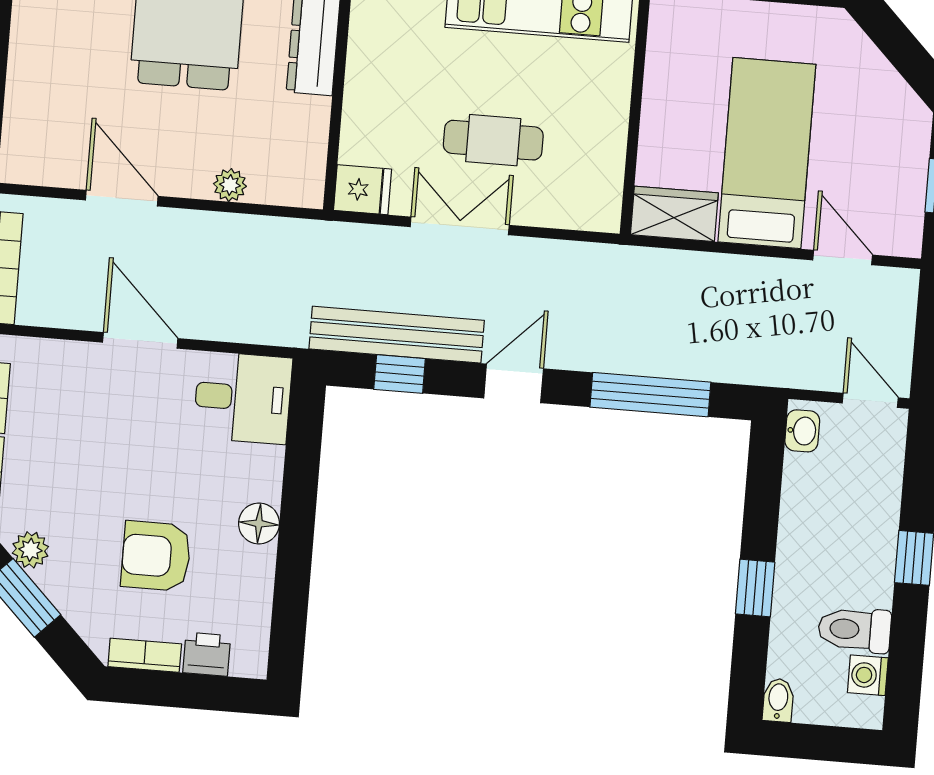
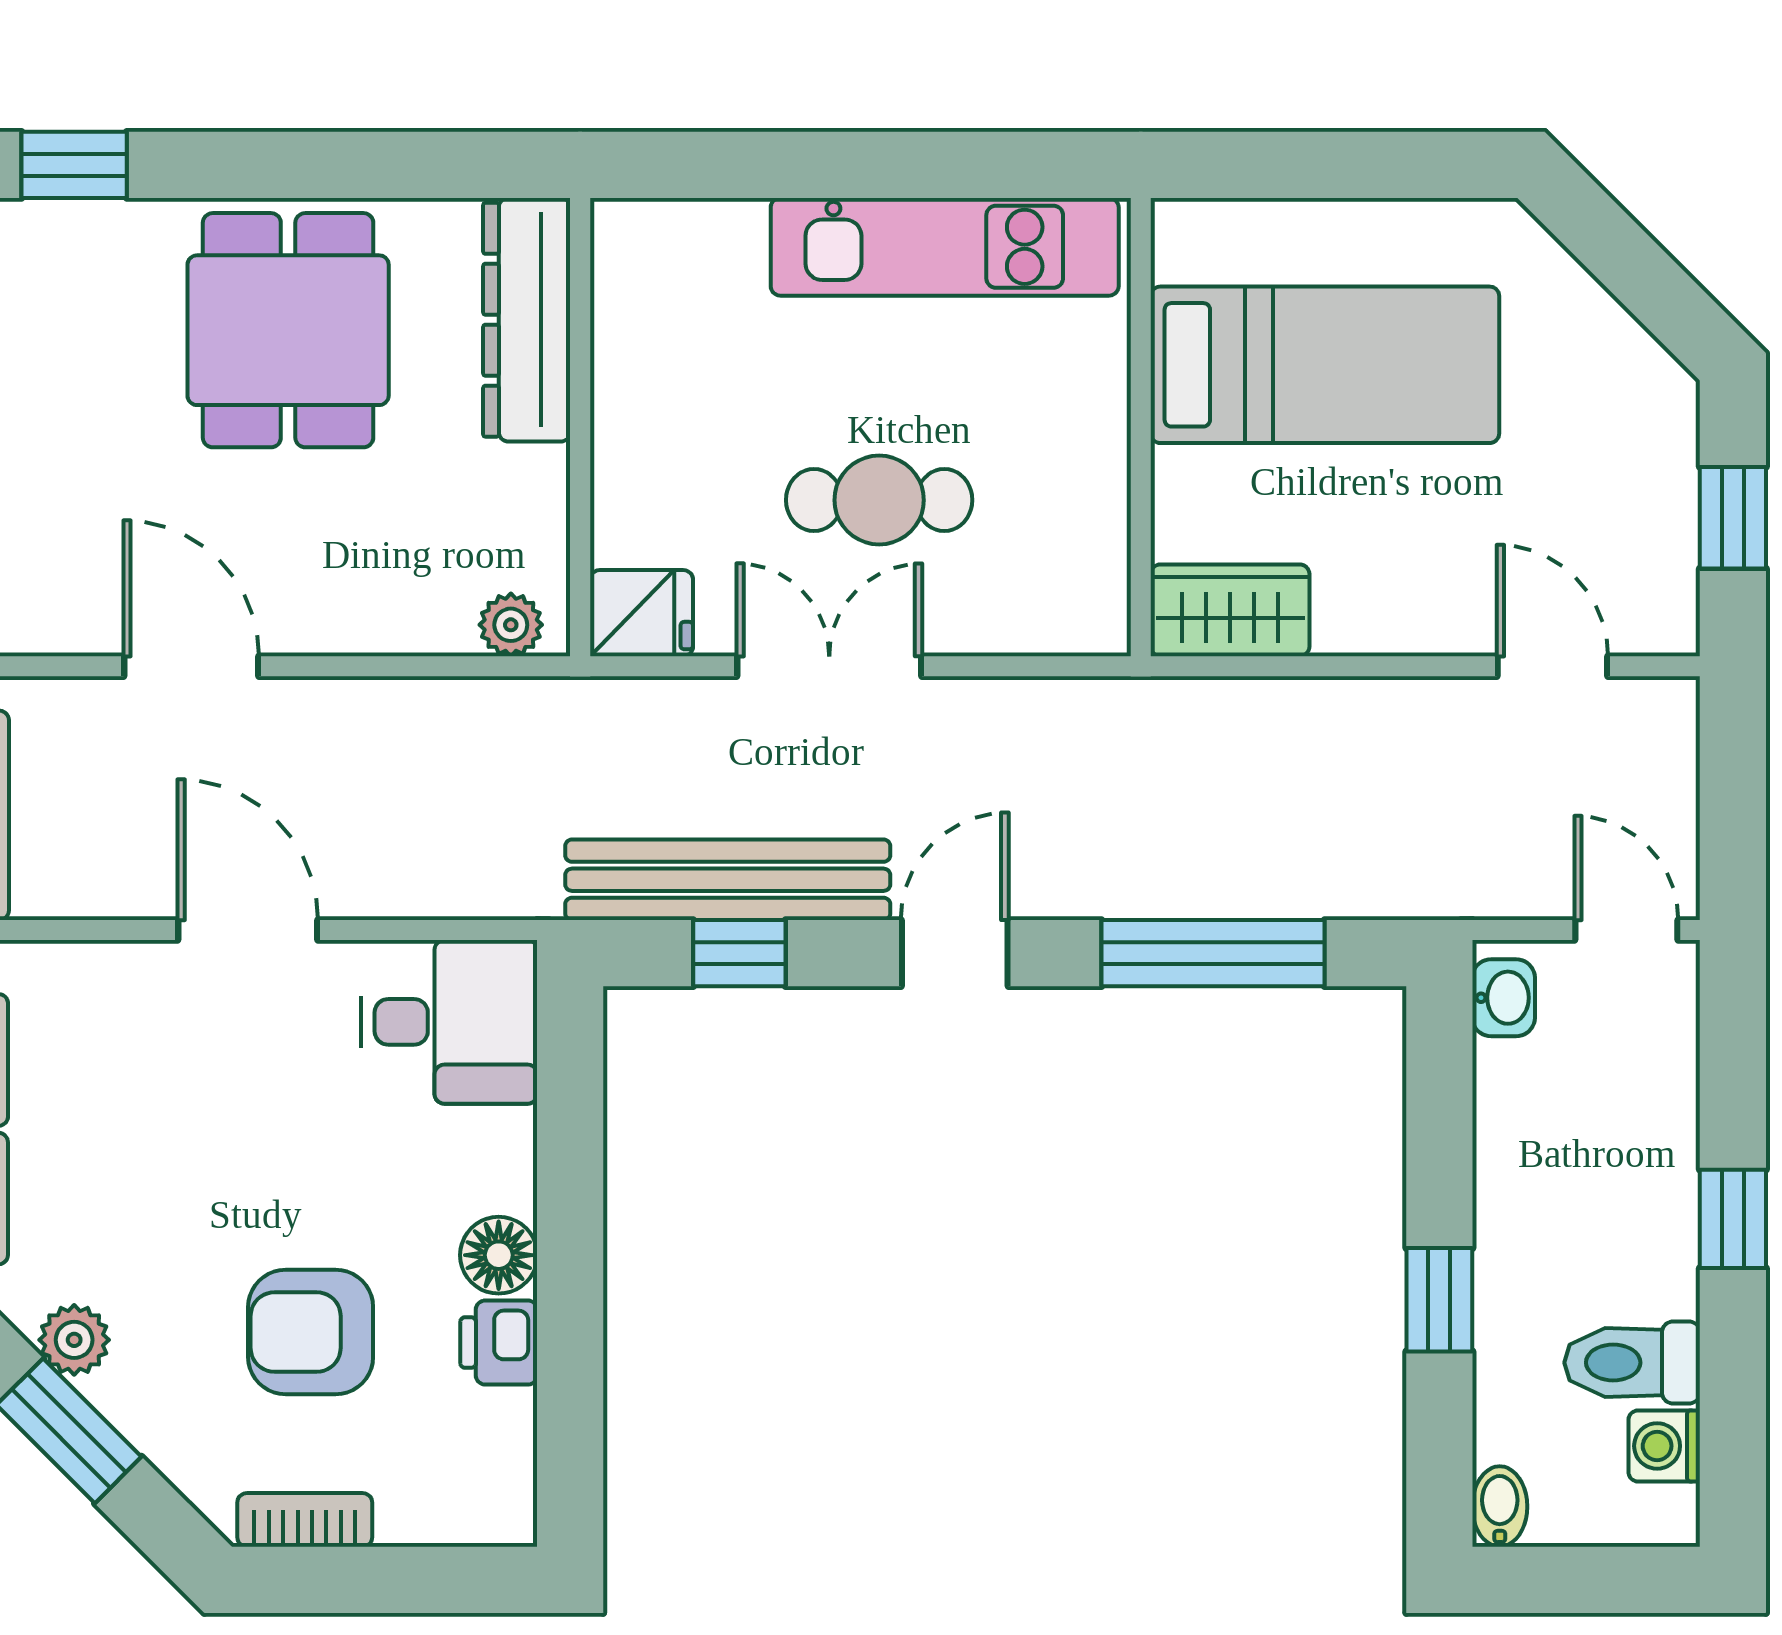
bed: (767, 153) -> (1325, 365), moved, turned 90
plant: (230, 185) -> (511, 625), moved
printer: (207, 654) -> (499, 1343), moved, turned -90

